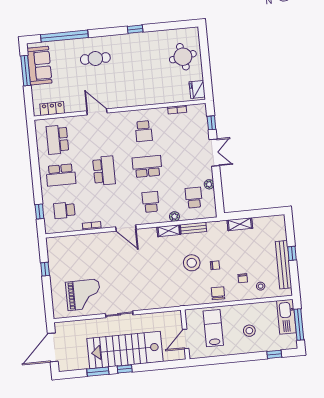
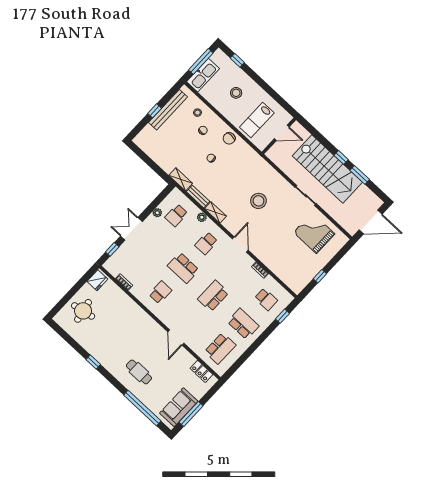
shelving: (240, 224) -> (181, 179), moved
stool: (192, 263) -> (258, 201), moved

